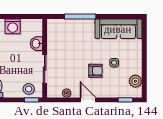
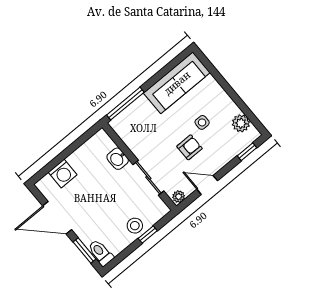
washbasin: (36, 44) -> (118, 159), moved
wall: (45, 58) -> (139, 167), moved
sliding door: (45, 69) -> (148, 178), moved

